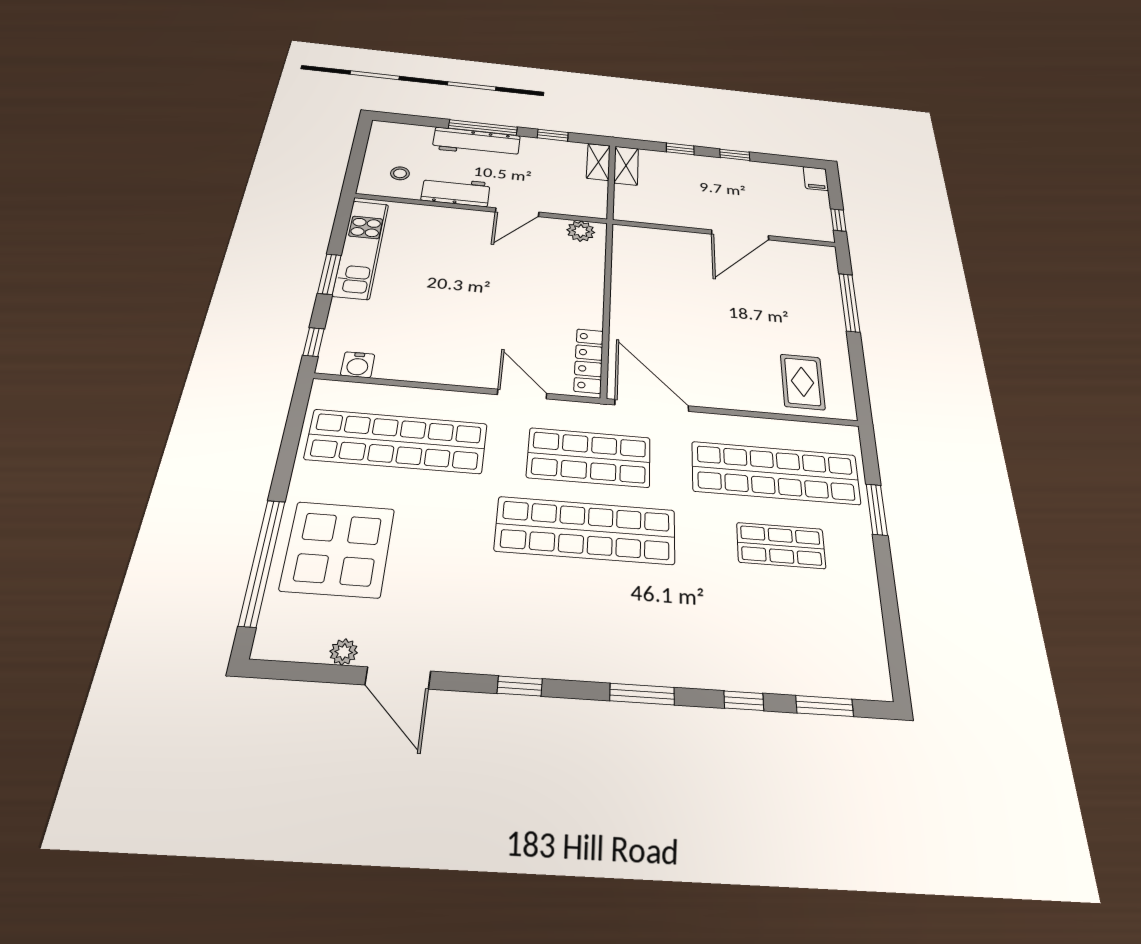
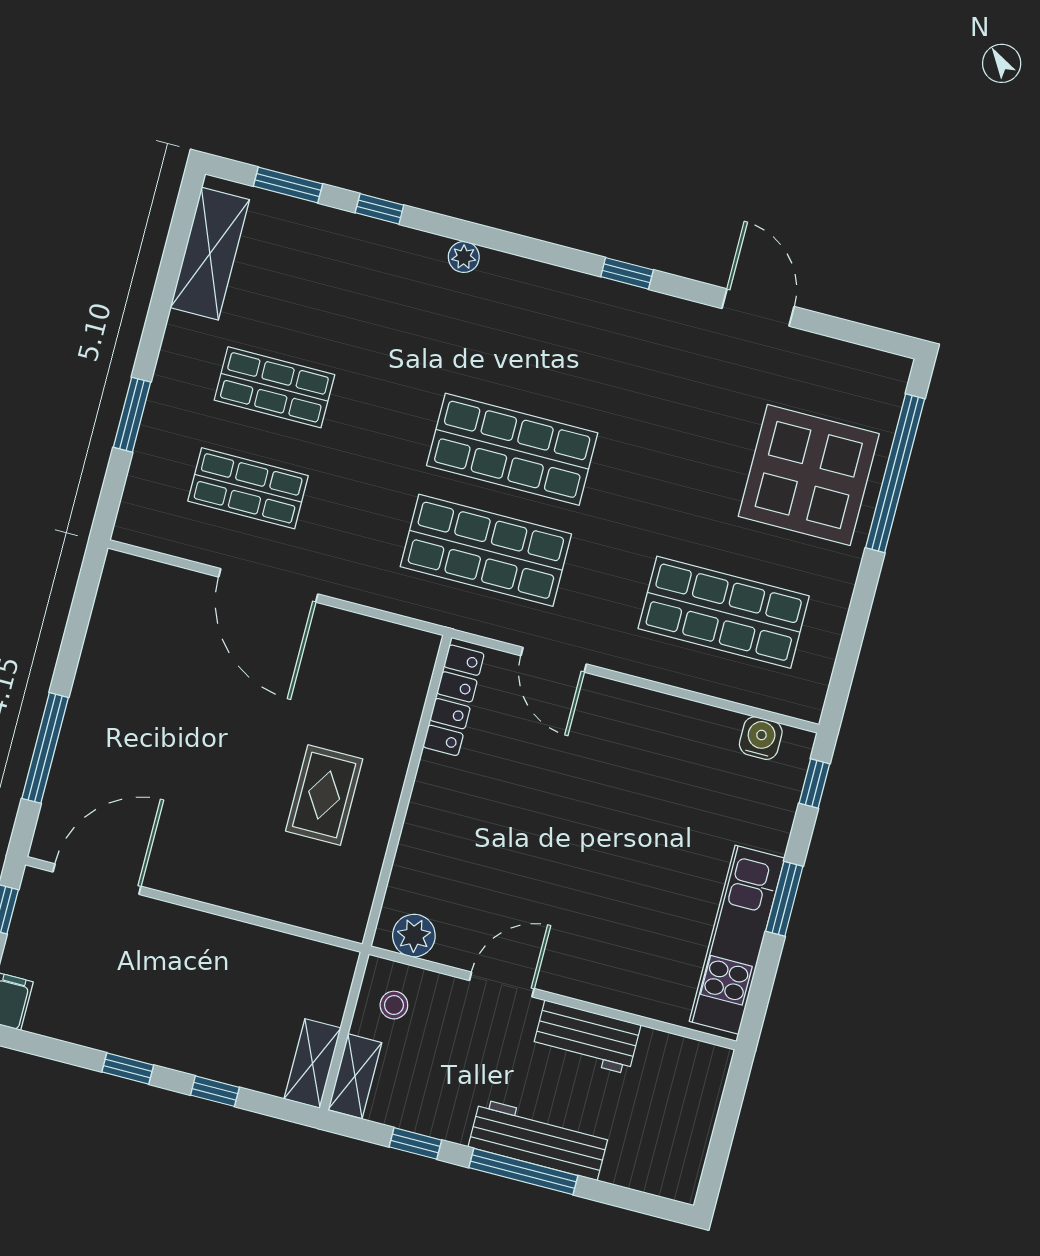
stool: (400, 173) -> (394, 1005), moved
door: (740, 235) -> (97, 879), moved
rug: (803, 382) -> (324, 795), moved
door: (652, 405) -> (268, 585), moved
shop shelf: (397, 441) -> (724, 612), width x0.71
shop shelf: (776, 473) -> (248, 488), width x0.50, depth x0.74
shop shelf: (586, 530) -> (512, 449), width x0.71
shelving: (866, 638) -> (210, 254), added
plant: (344, 652) -> (464, 257), moved
window: (642, 694) -> (493, 238), removed

